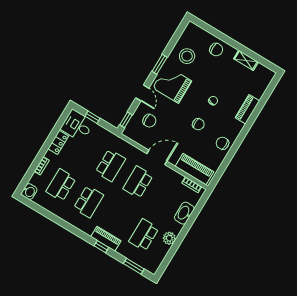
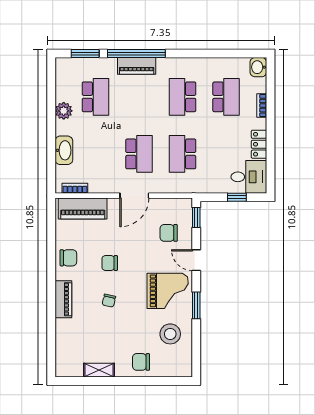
piano: (247, 109) -> (63, 299), moved
window: (101, 247) -> (136, 54), width x3.17

